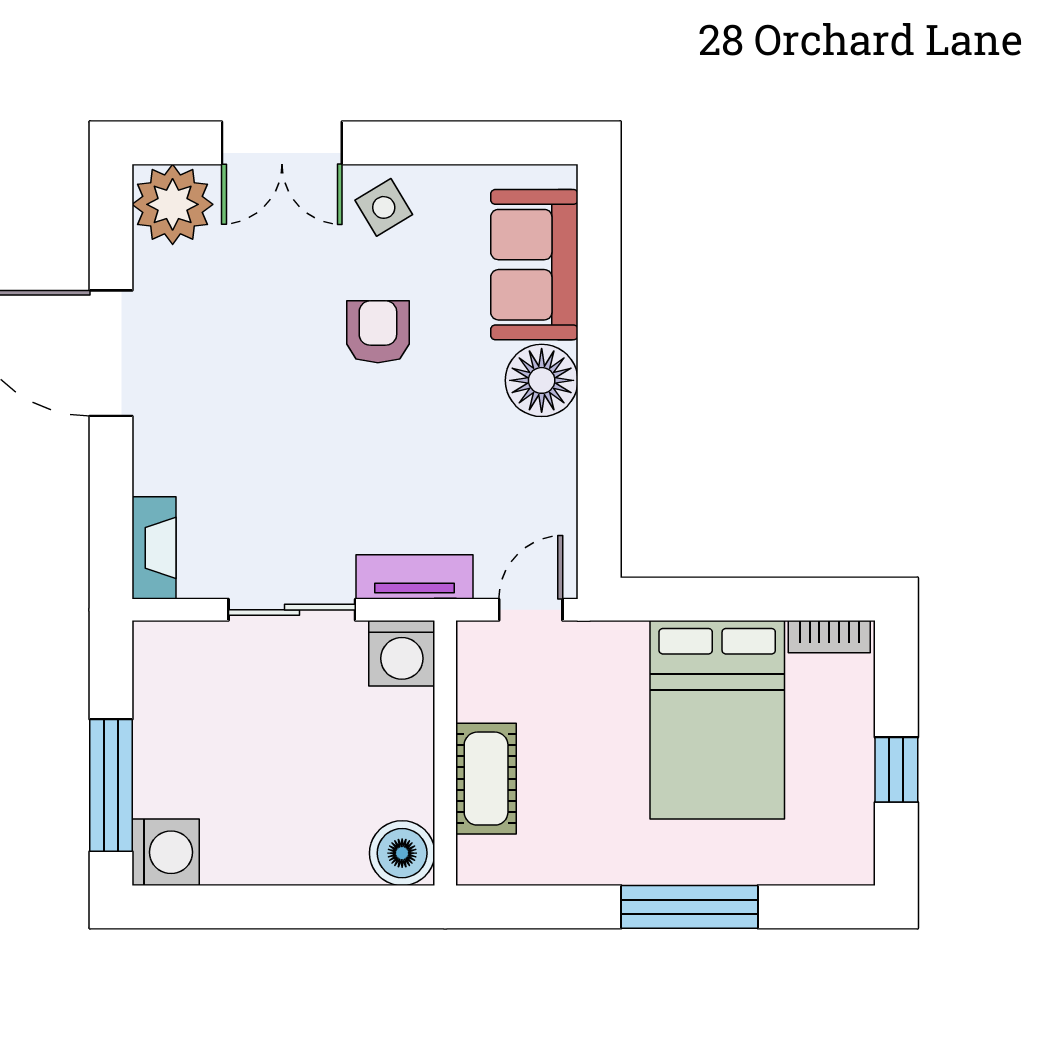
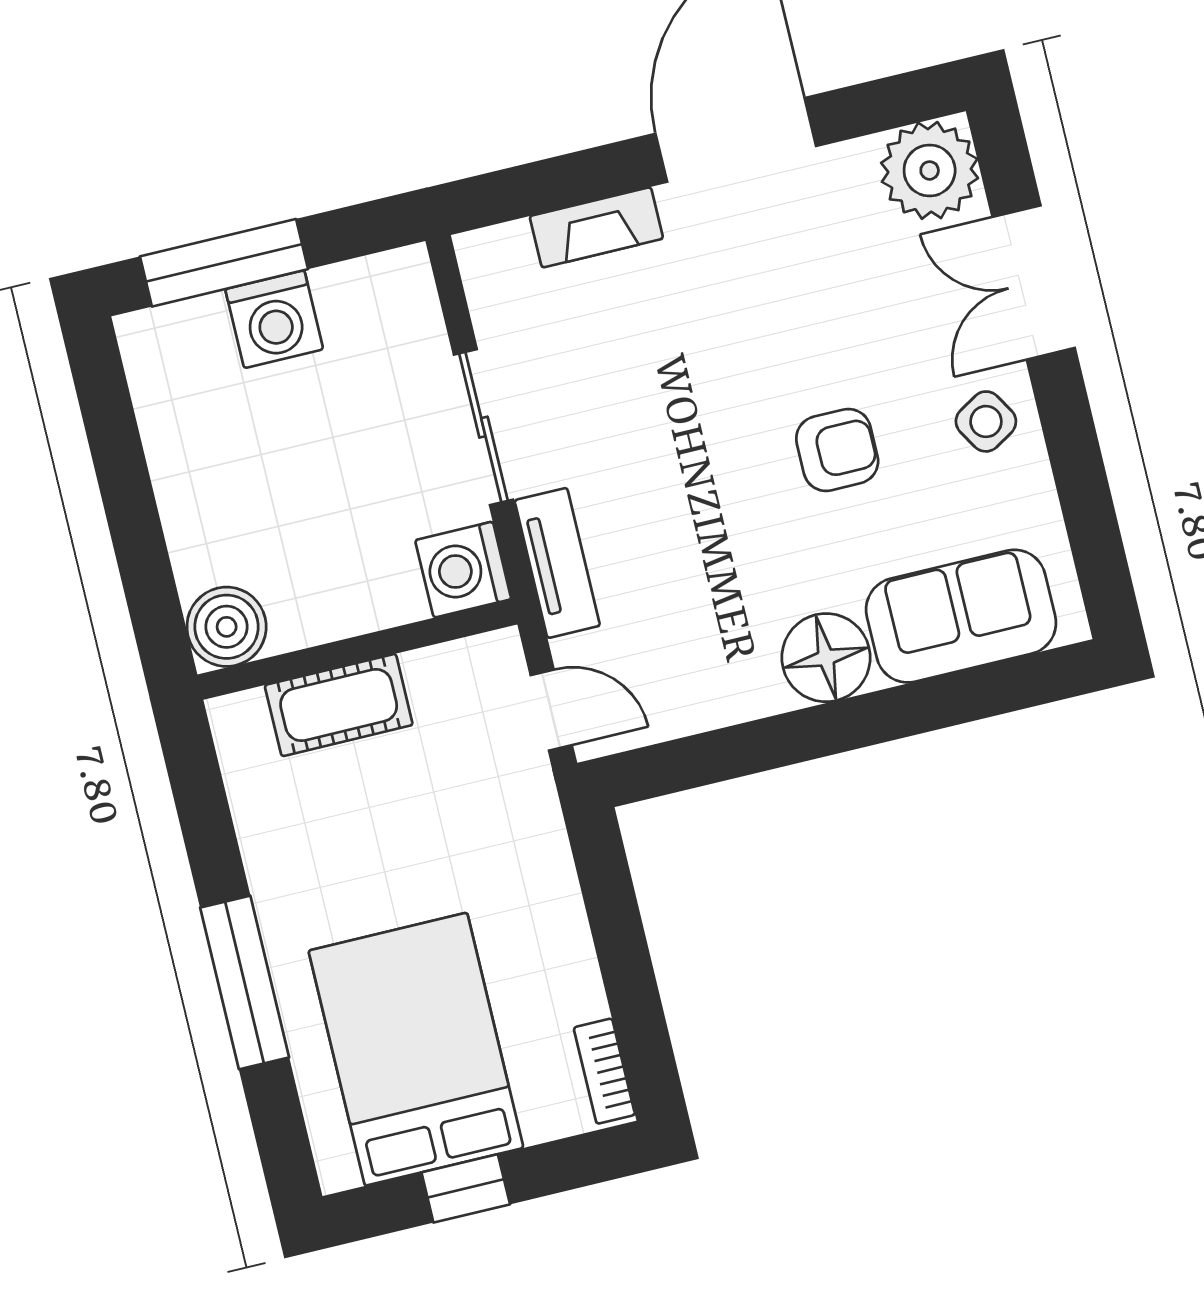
fireplace: (154, 548) -> (596, 227), moved
bed: (717, 720) -> (416, 1049), moved, turned 90
washing machine: (166, 852) -> (274, 319), moved

